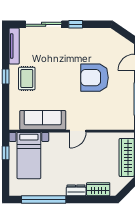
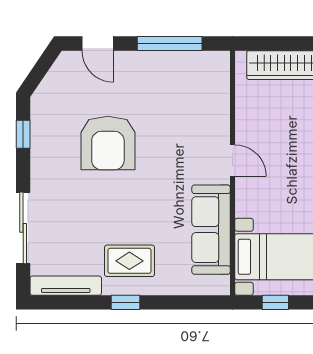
window: (76, 24) -> (23, 134), moved
armchair: (94, 78) -> (108, 143), moved

